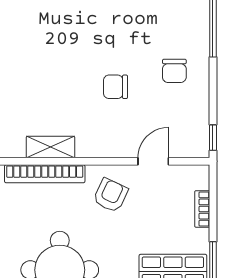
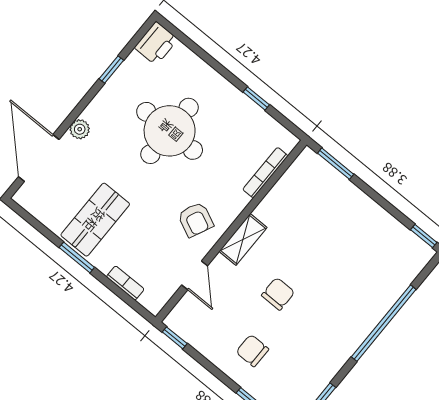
shelving: (50, 147) -> (243, 239), moved
bookcase: (45, 174) -> (265, 173), width x0.68, depth x0.76

